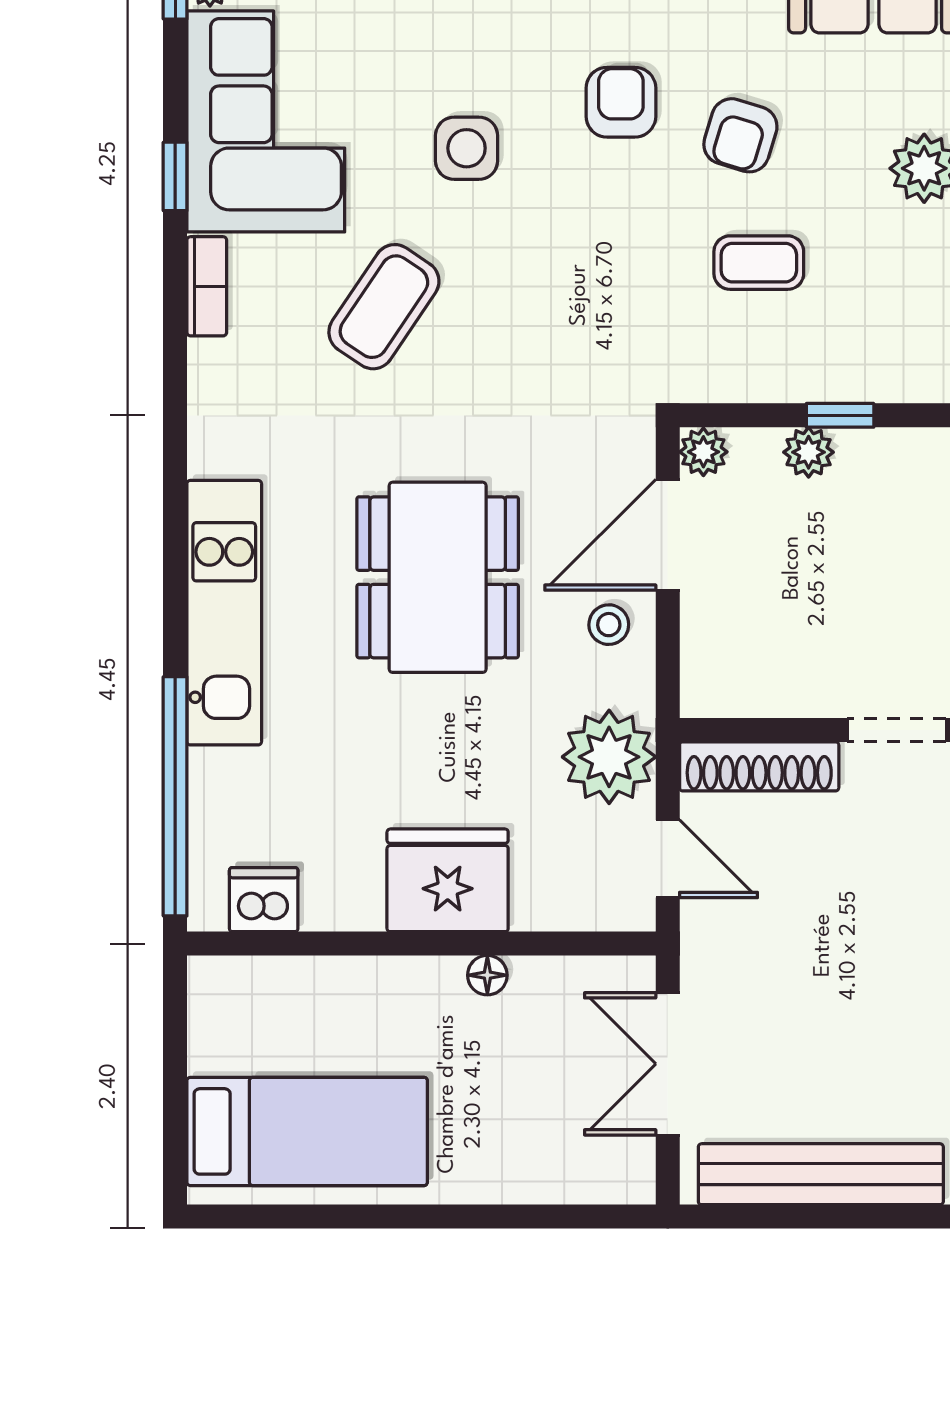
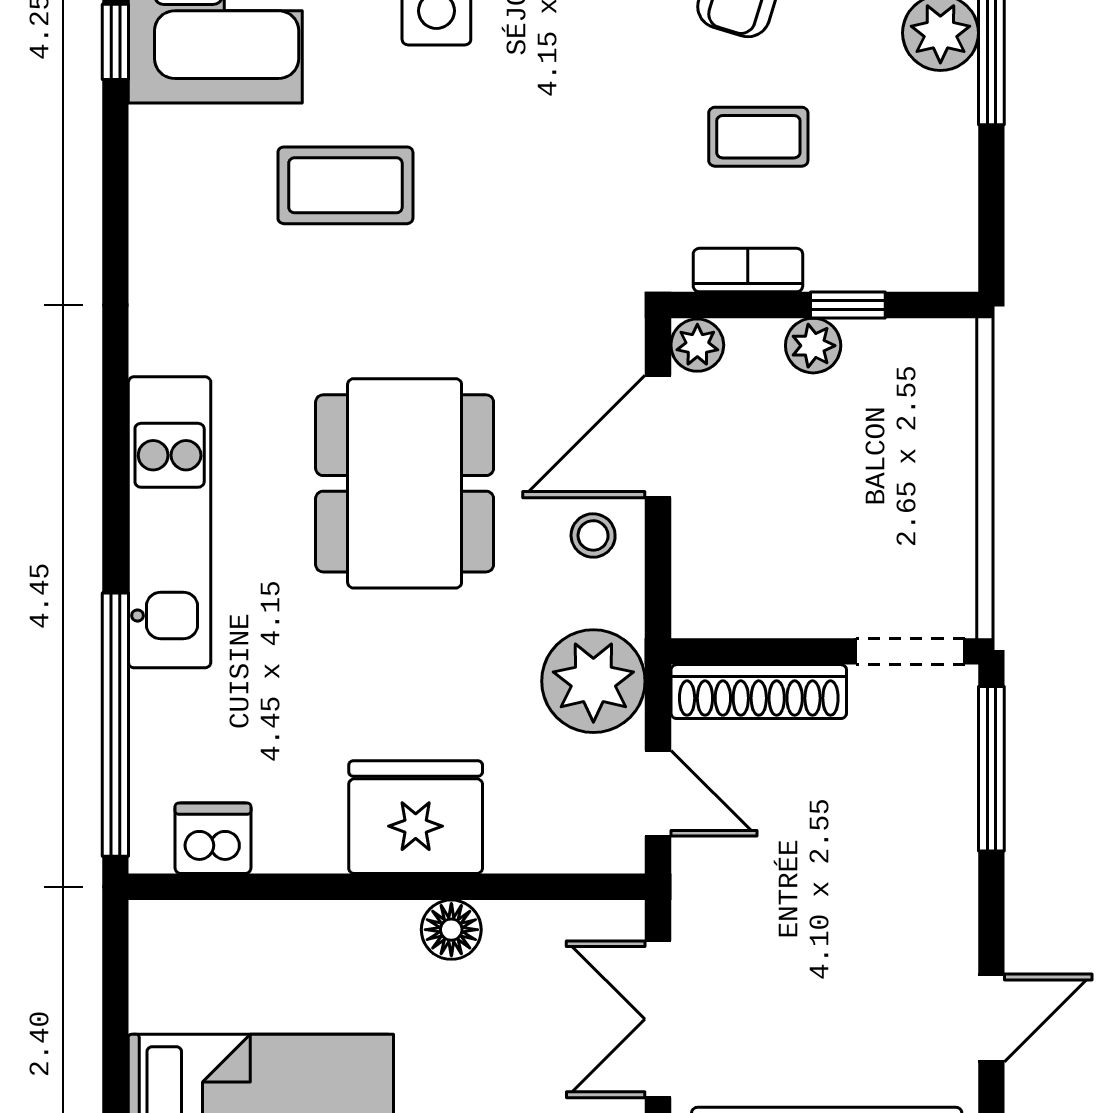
bookcase: (207, 286) -> (748, 270), moved, turned -90
coffee table: (384, 307) -> (345, 185), turned 56
floor lamp: (487, 975) -> (451, 930), width x1.37, depth x1.37

